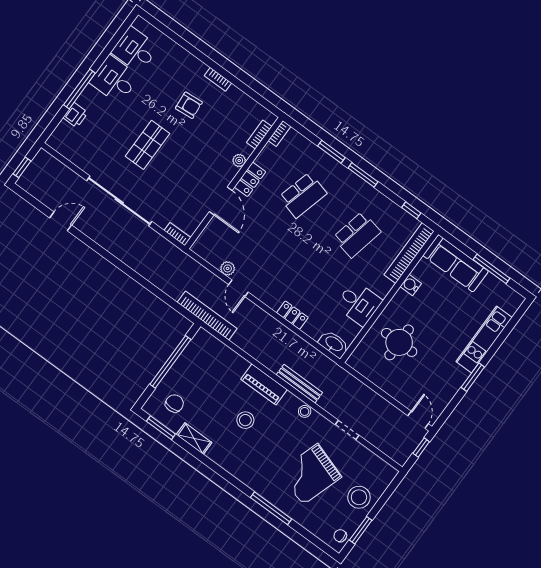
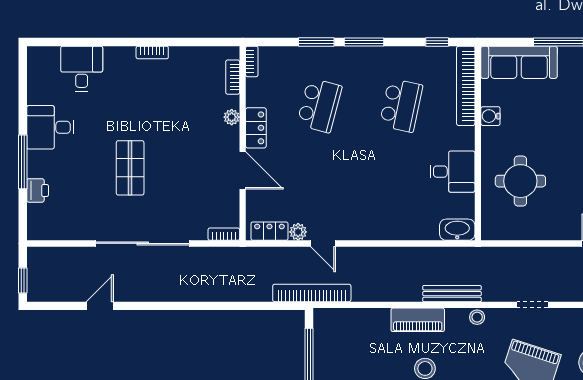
desk: (135, 50) -> (82, 69), moved, turned 90
armchair: (189, 105) -> (142, 99), removed
locker: (292, 315) -> (269, 231), moved

